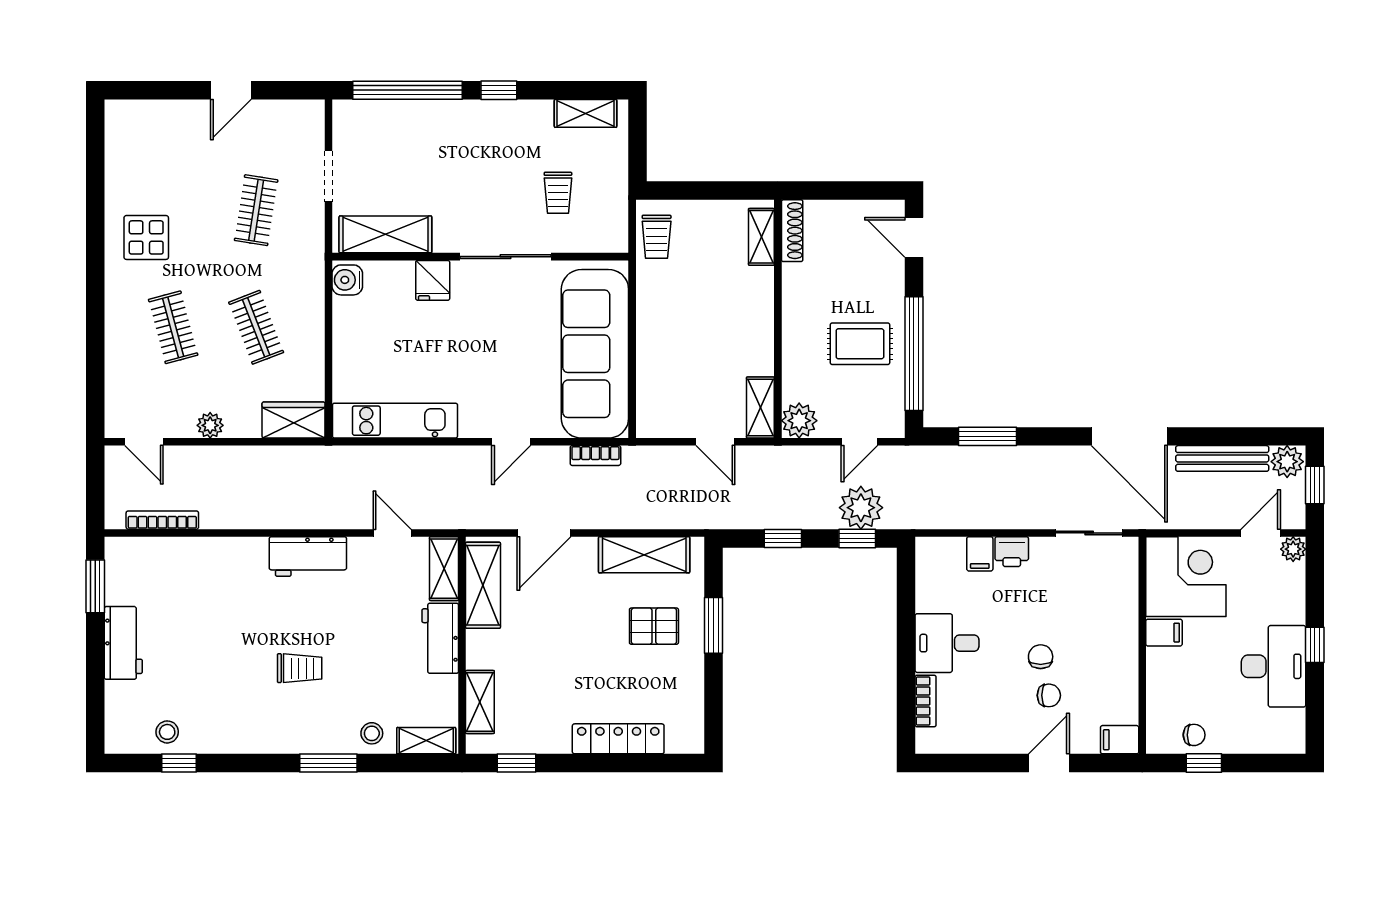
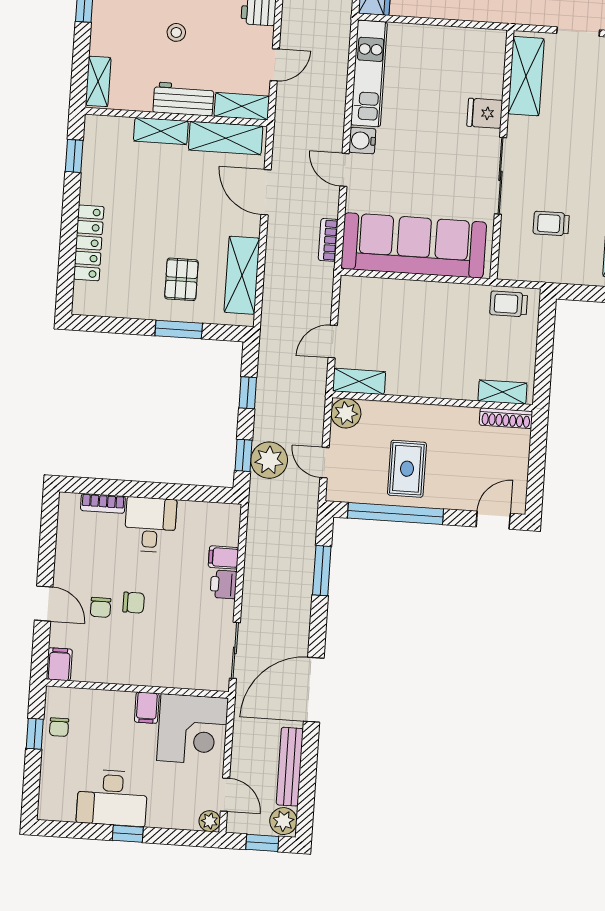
water cooler: (347, 280) -> (362, 141), moved, turned -90
shelving: (480, 702) -> (161, 131), moved
stool: (372, 733) -> (176, 32), moved

